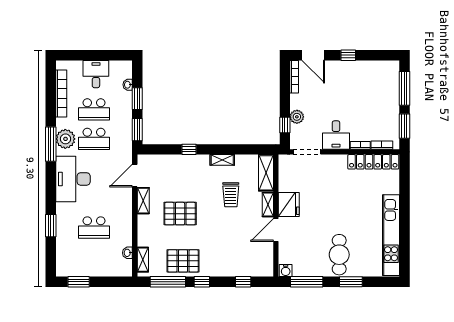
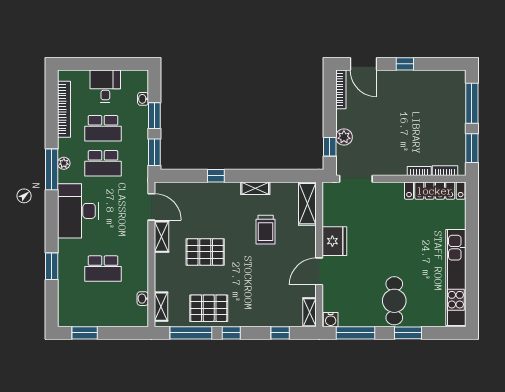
desk: (336, 135) -> (390, 159), removed
plant: (65, 139) -> (64, 163), width x0.53, depth x0.53
door: (135, 176) -> (151, 207), swing flipped
shelving: (268, 205) -> (310, 312), moved

